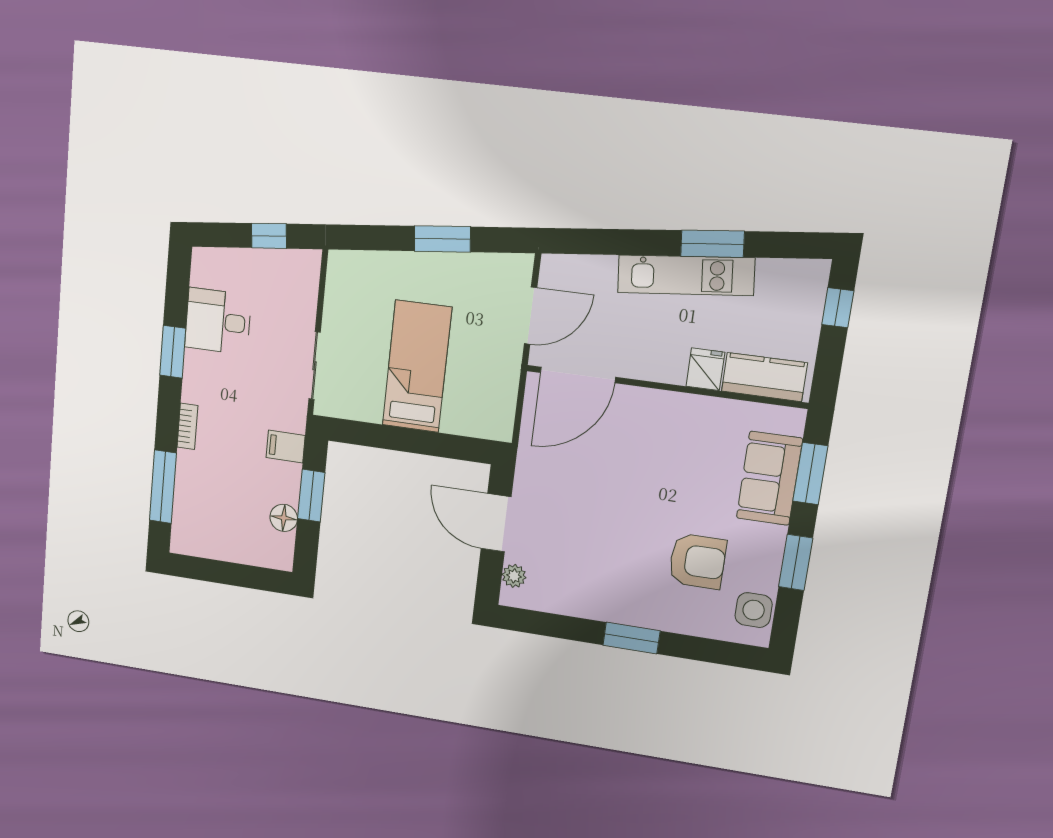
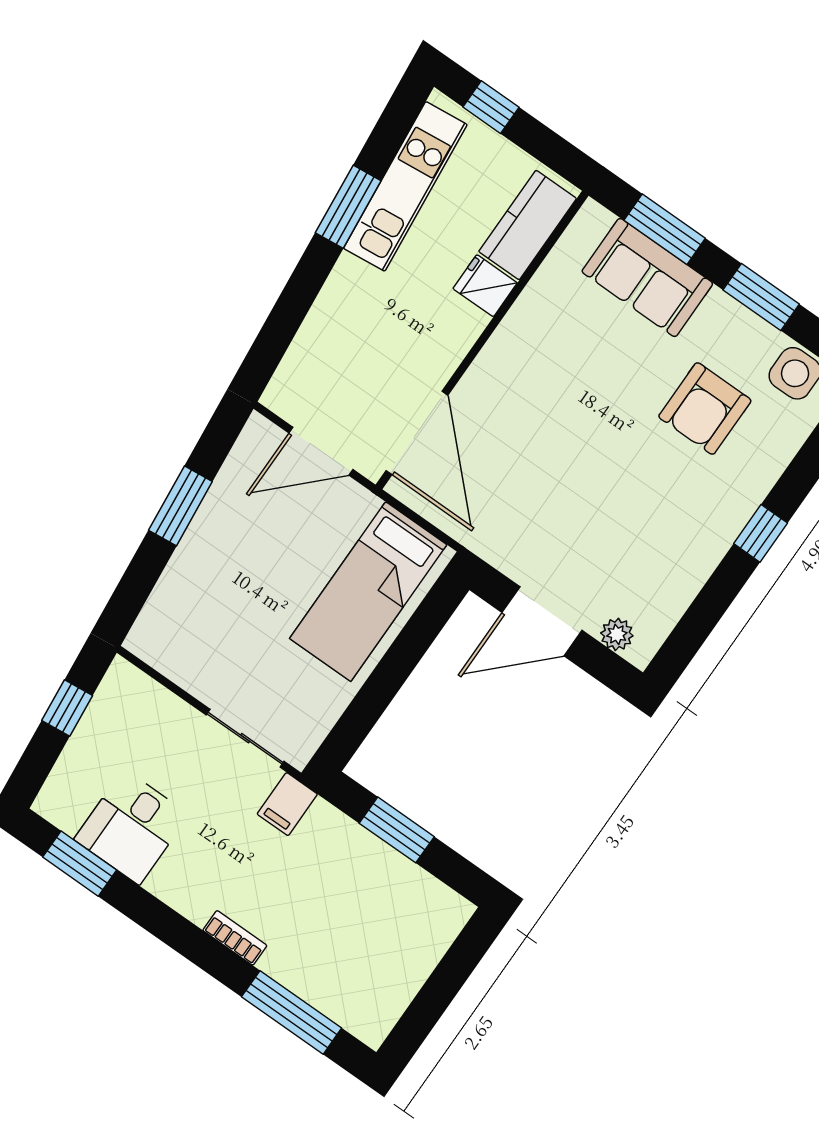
kitchen unit: (686, 275) -> (405, 186), moved
door: (531, 316) -> (321, 451), swing flipped
window: (173, 352) -> (80, 864), moved
bed: (417, 366) -> (368, 592), moved, turned -90
filing cabinet: (286, 447) -> (287, 804), moved
floor lamp: (284, 518) -> (406, 880), removed
armchair: (697, 561) -> (705, 409), turned 180
window: (631, 638) -> (761, 533), width x0.67

